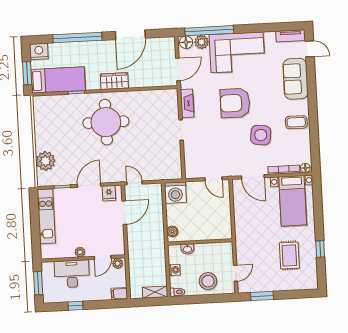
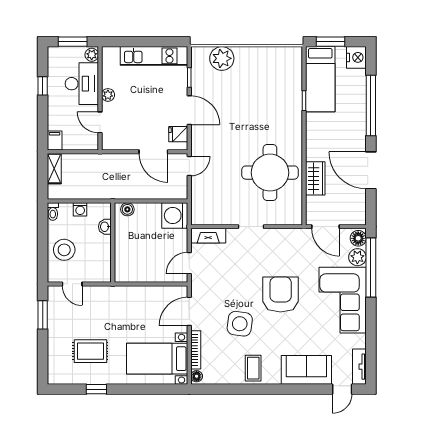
wardrobe: (114, 81) -> (315, 178), moved
fireplace: (187, 103) -> (208, 236), moved
round table: (106, 122) -> (270, 173), moved
plant: (118, 263) -> (92, 55), moved
shelving: (155, 292) -> (54, 169), moved

